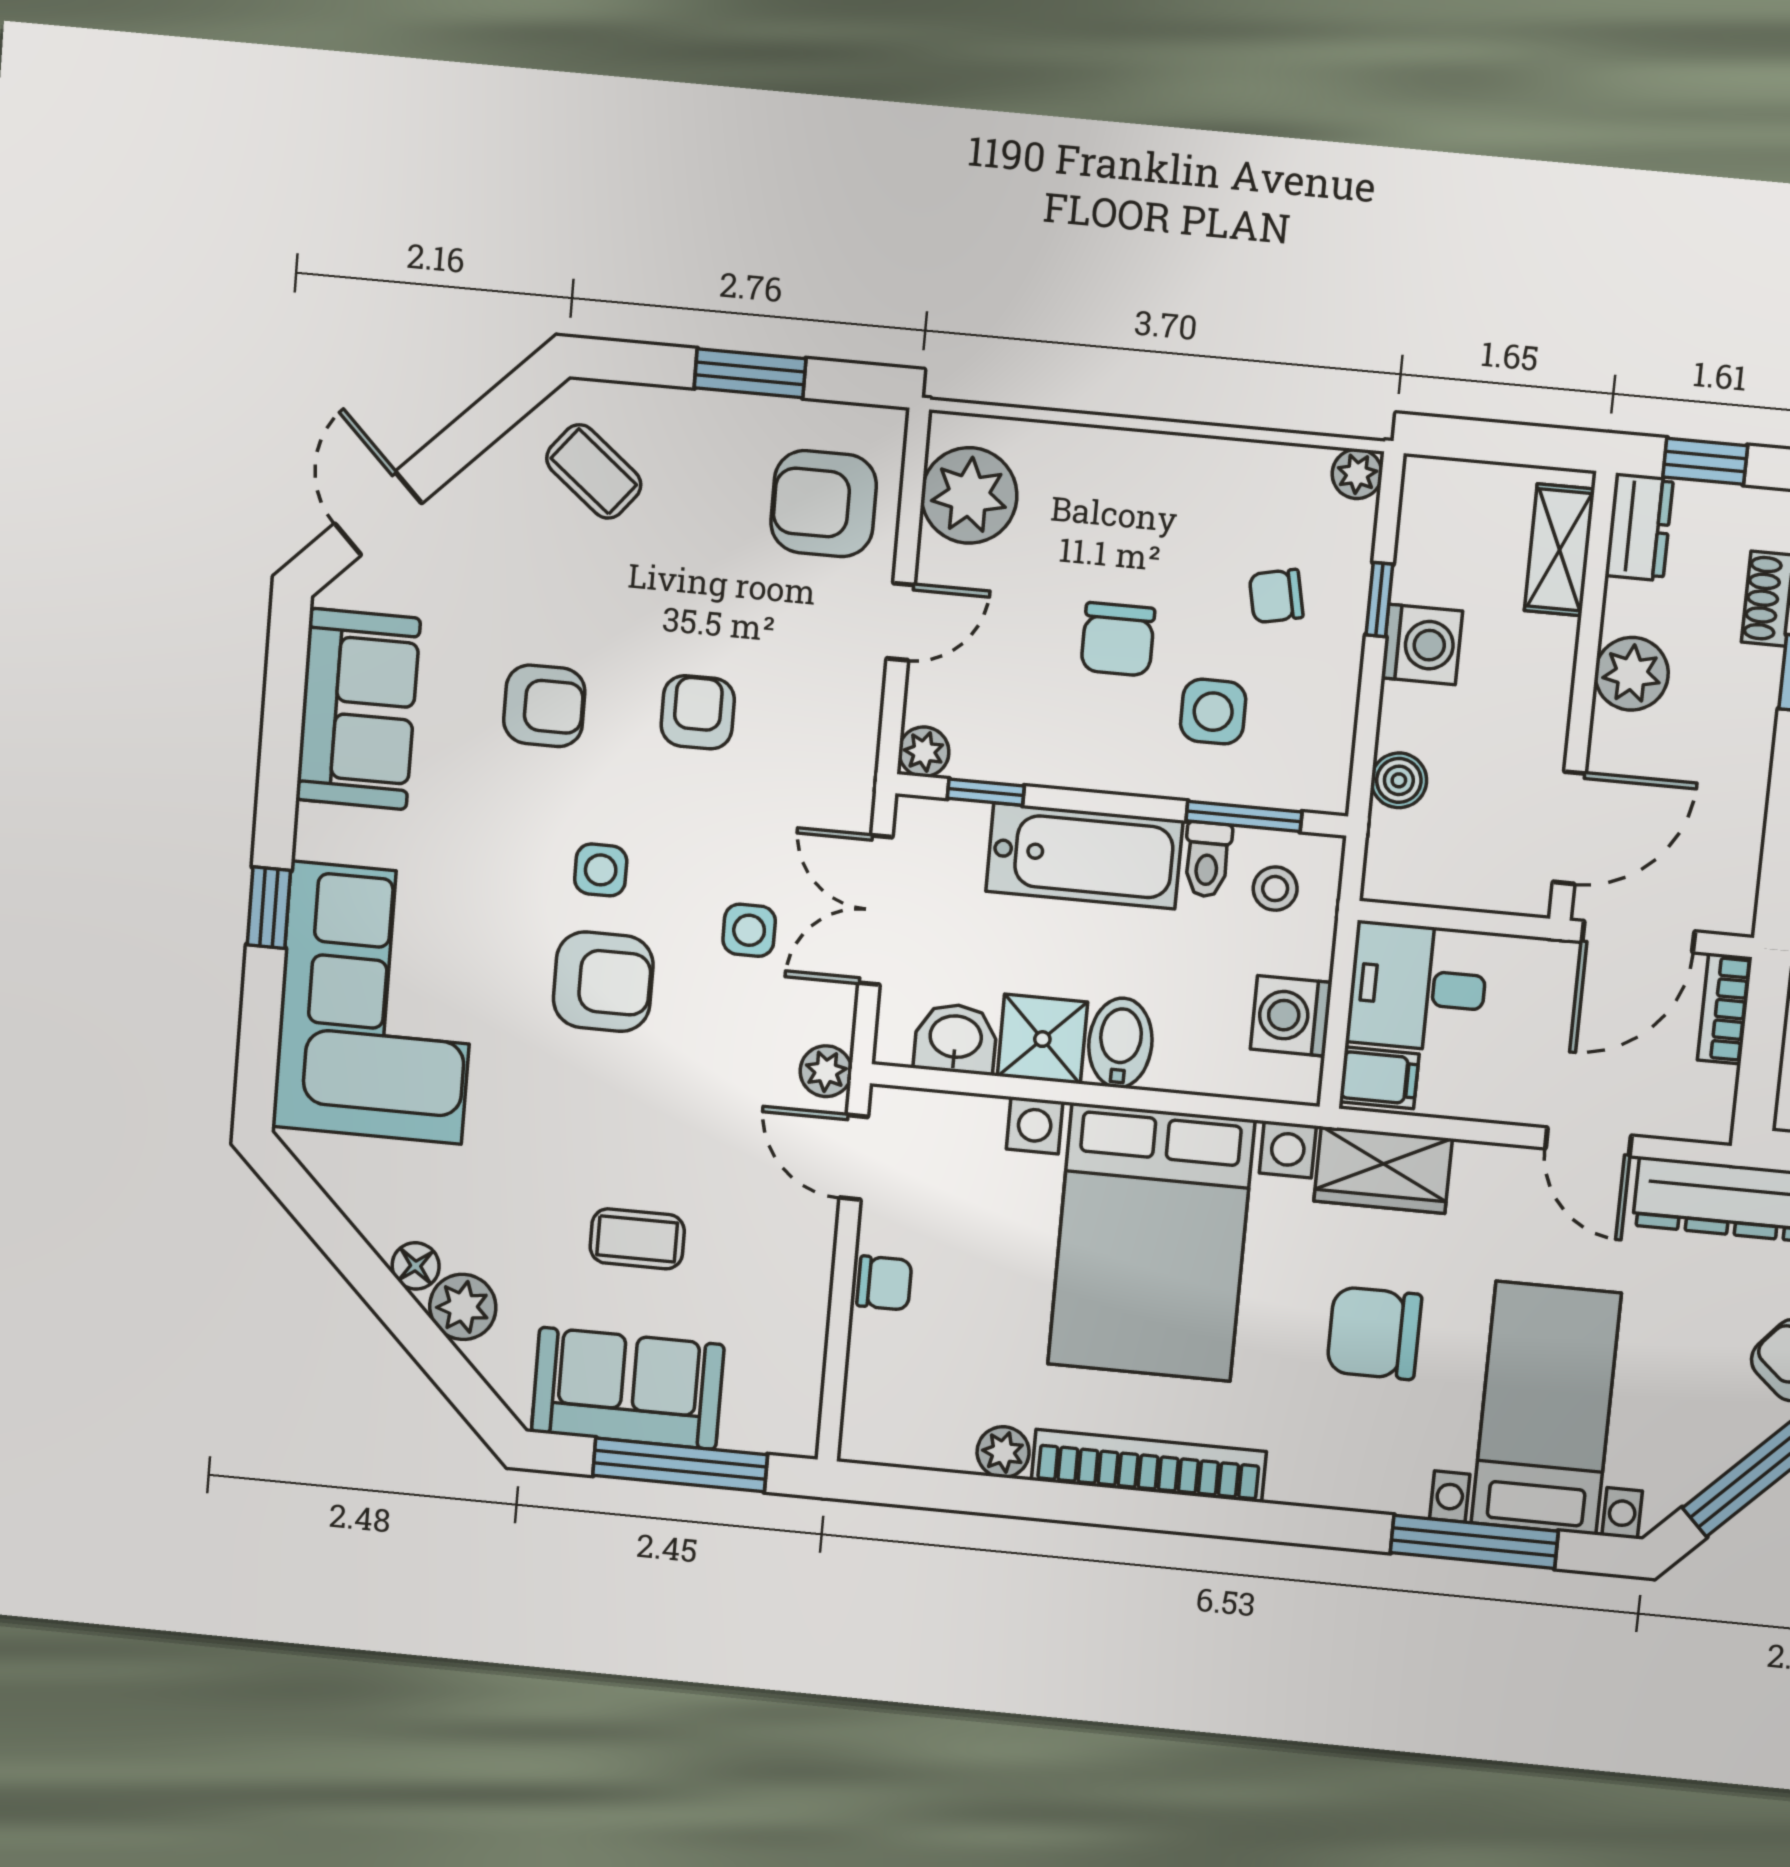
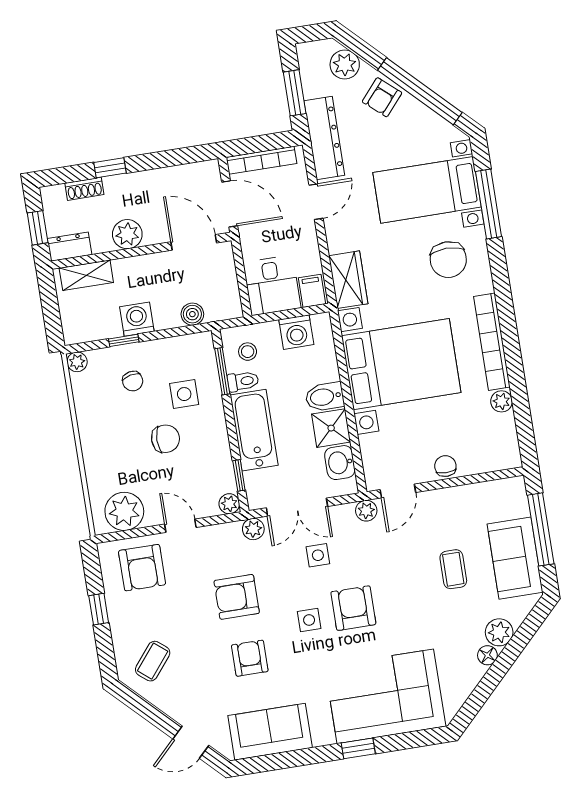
window: (750, 373) -> (99, 609), width x0.67
armchair: (698, 712) -> (237, 597), width x1.38, depth x1.38
plant: (849, 793) -> (253, 529), added
bookcase: (1725, 1009) -> (261, 160), width x1.56
chair: (1374, 1333) -> (448, 260), moved

